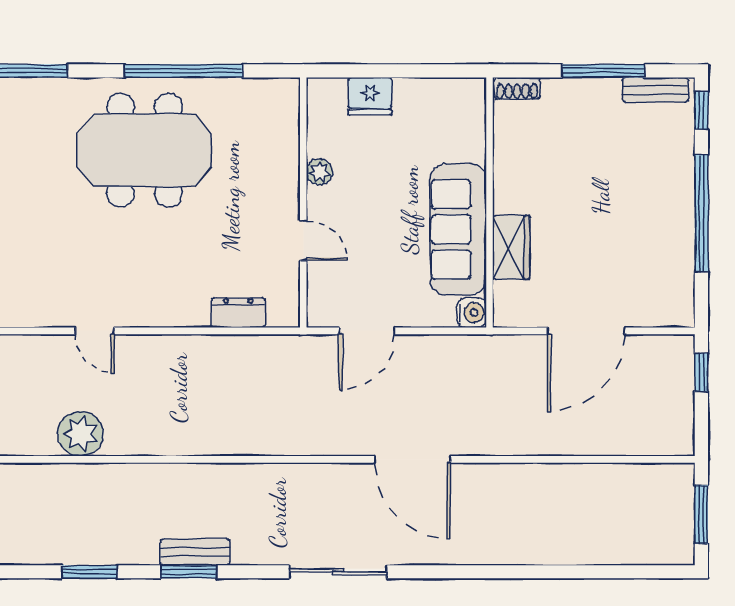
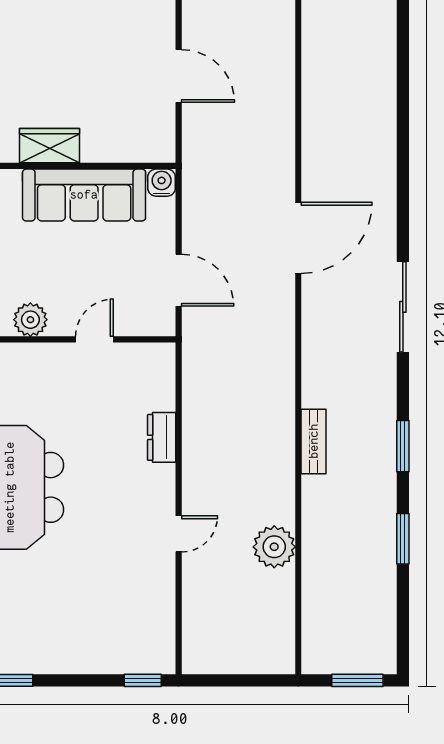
plant: (320, 172) -> (30, 320), width x1.38, depth x1.38
wardrobe: (511, 247) -> (50, 146), moved
dresser: (238, 313) -> (162, 437), moved
door: (586, 331) -> (179, 76), width x0.73
bench: (195, 552) -> (314, 441), moved

